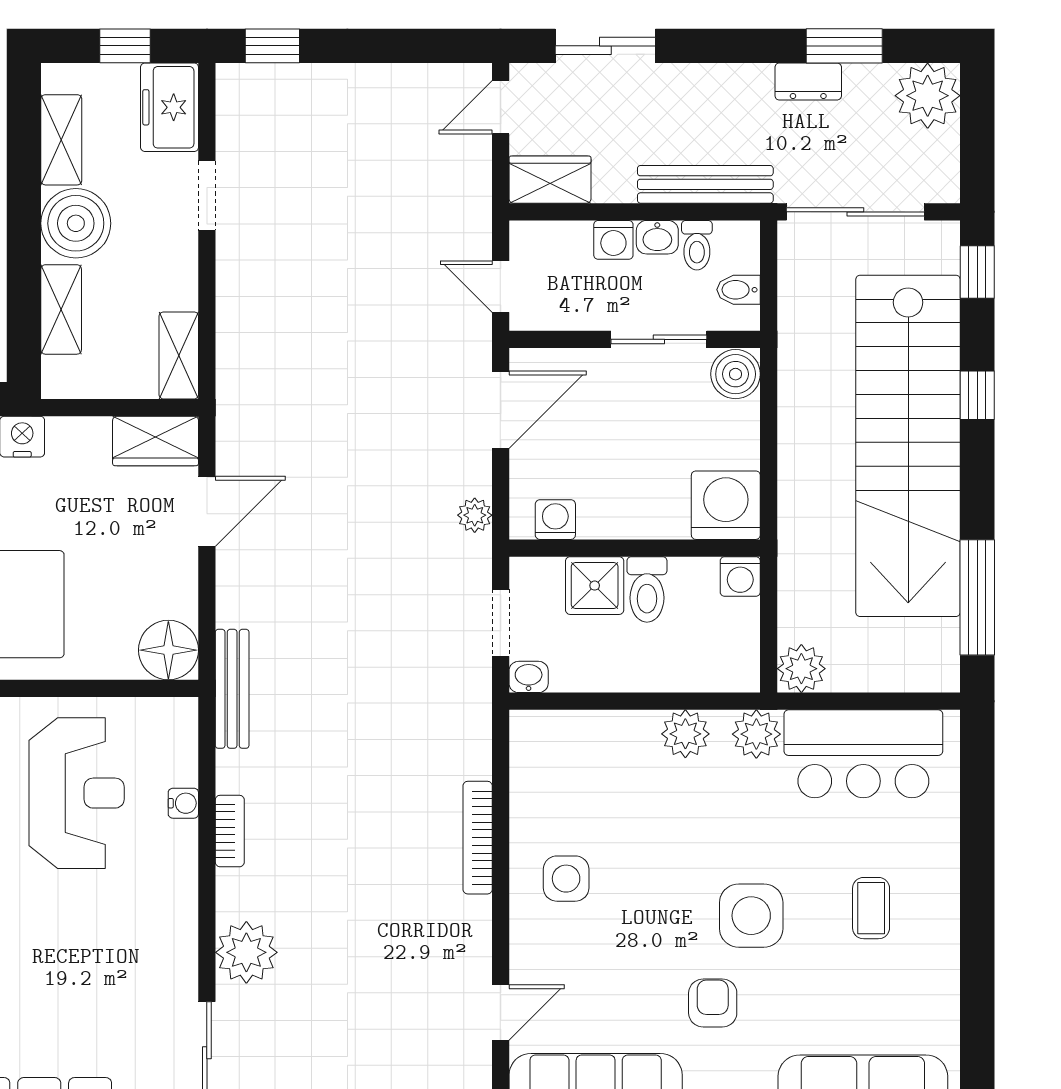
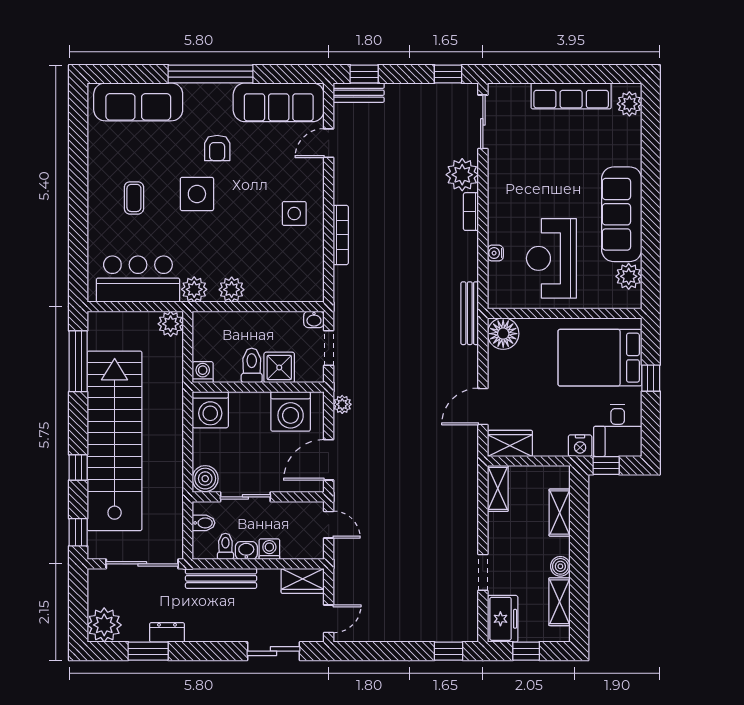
boiler: (76, 223) -> (560, 566), width x0.54, depth x0.54
washing machine: (555, 520) -> (291, 411), width x1.89, depth x1.89
bookcase: (230, 831) -> (471, 212), moved

